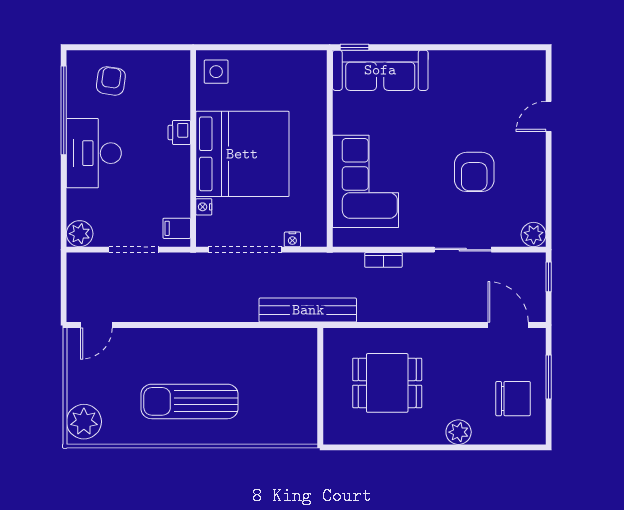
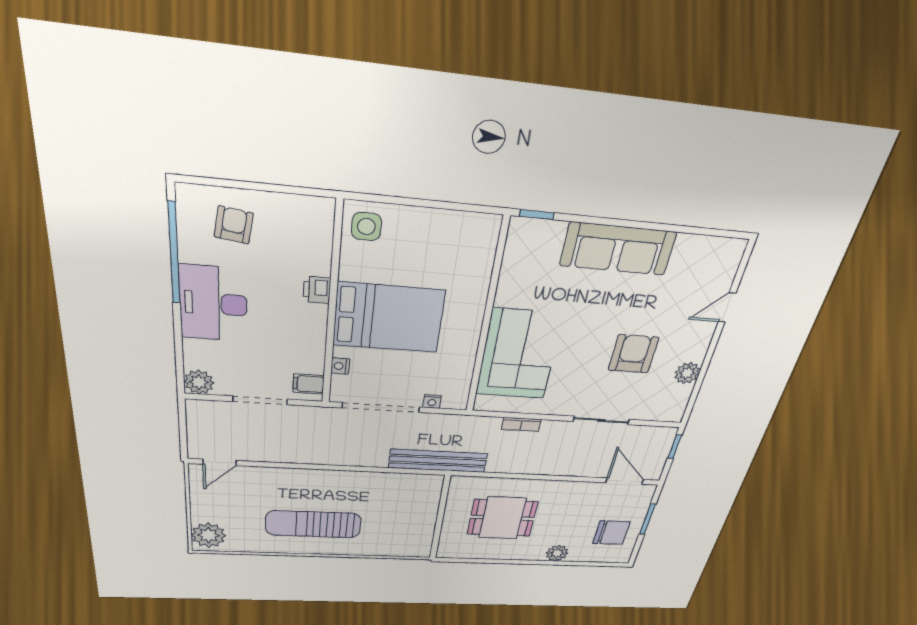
sofa: (380, 70) -> (618, 249), moved
bed: (242, 154) -> (388, 318), width x0.73
armchair: (474, 172) -> (633, 354), turned 180
plant: (534, 235) -> (687, 373), moved

